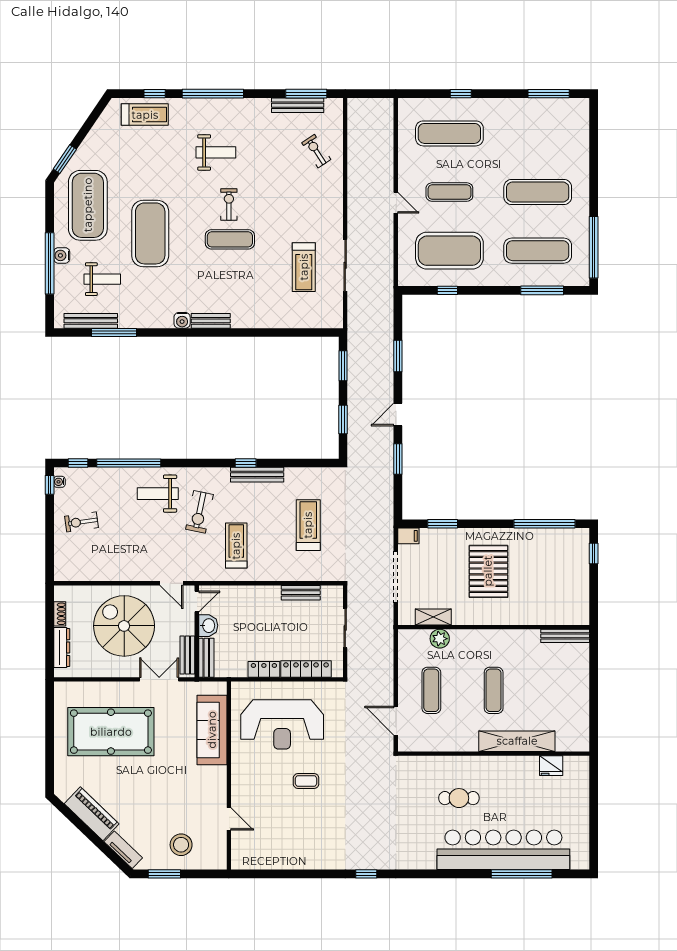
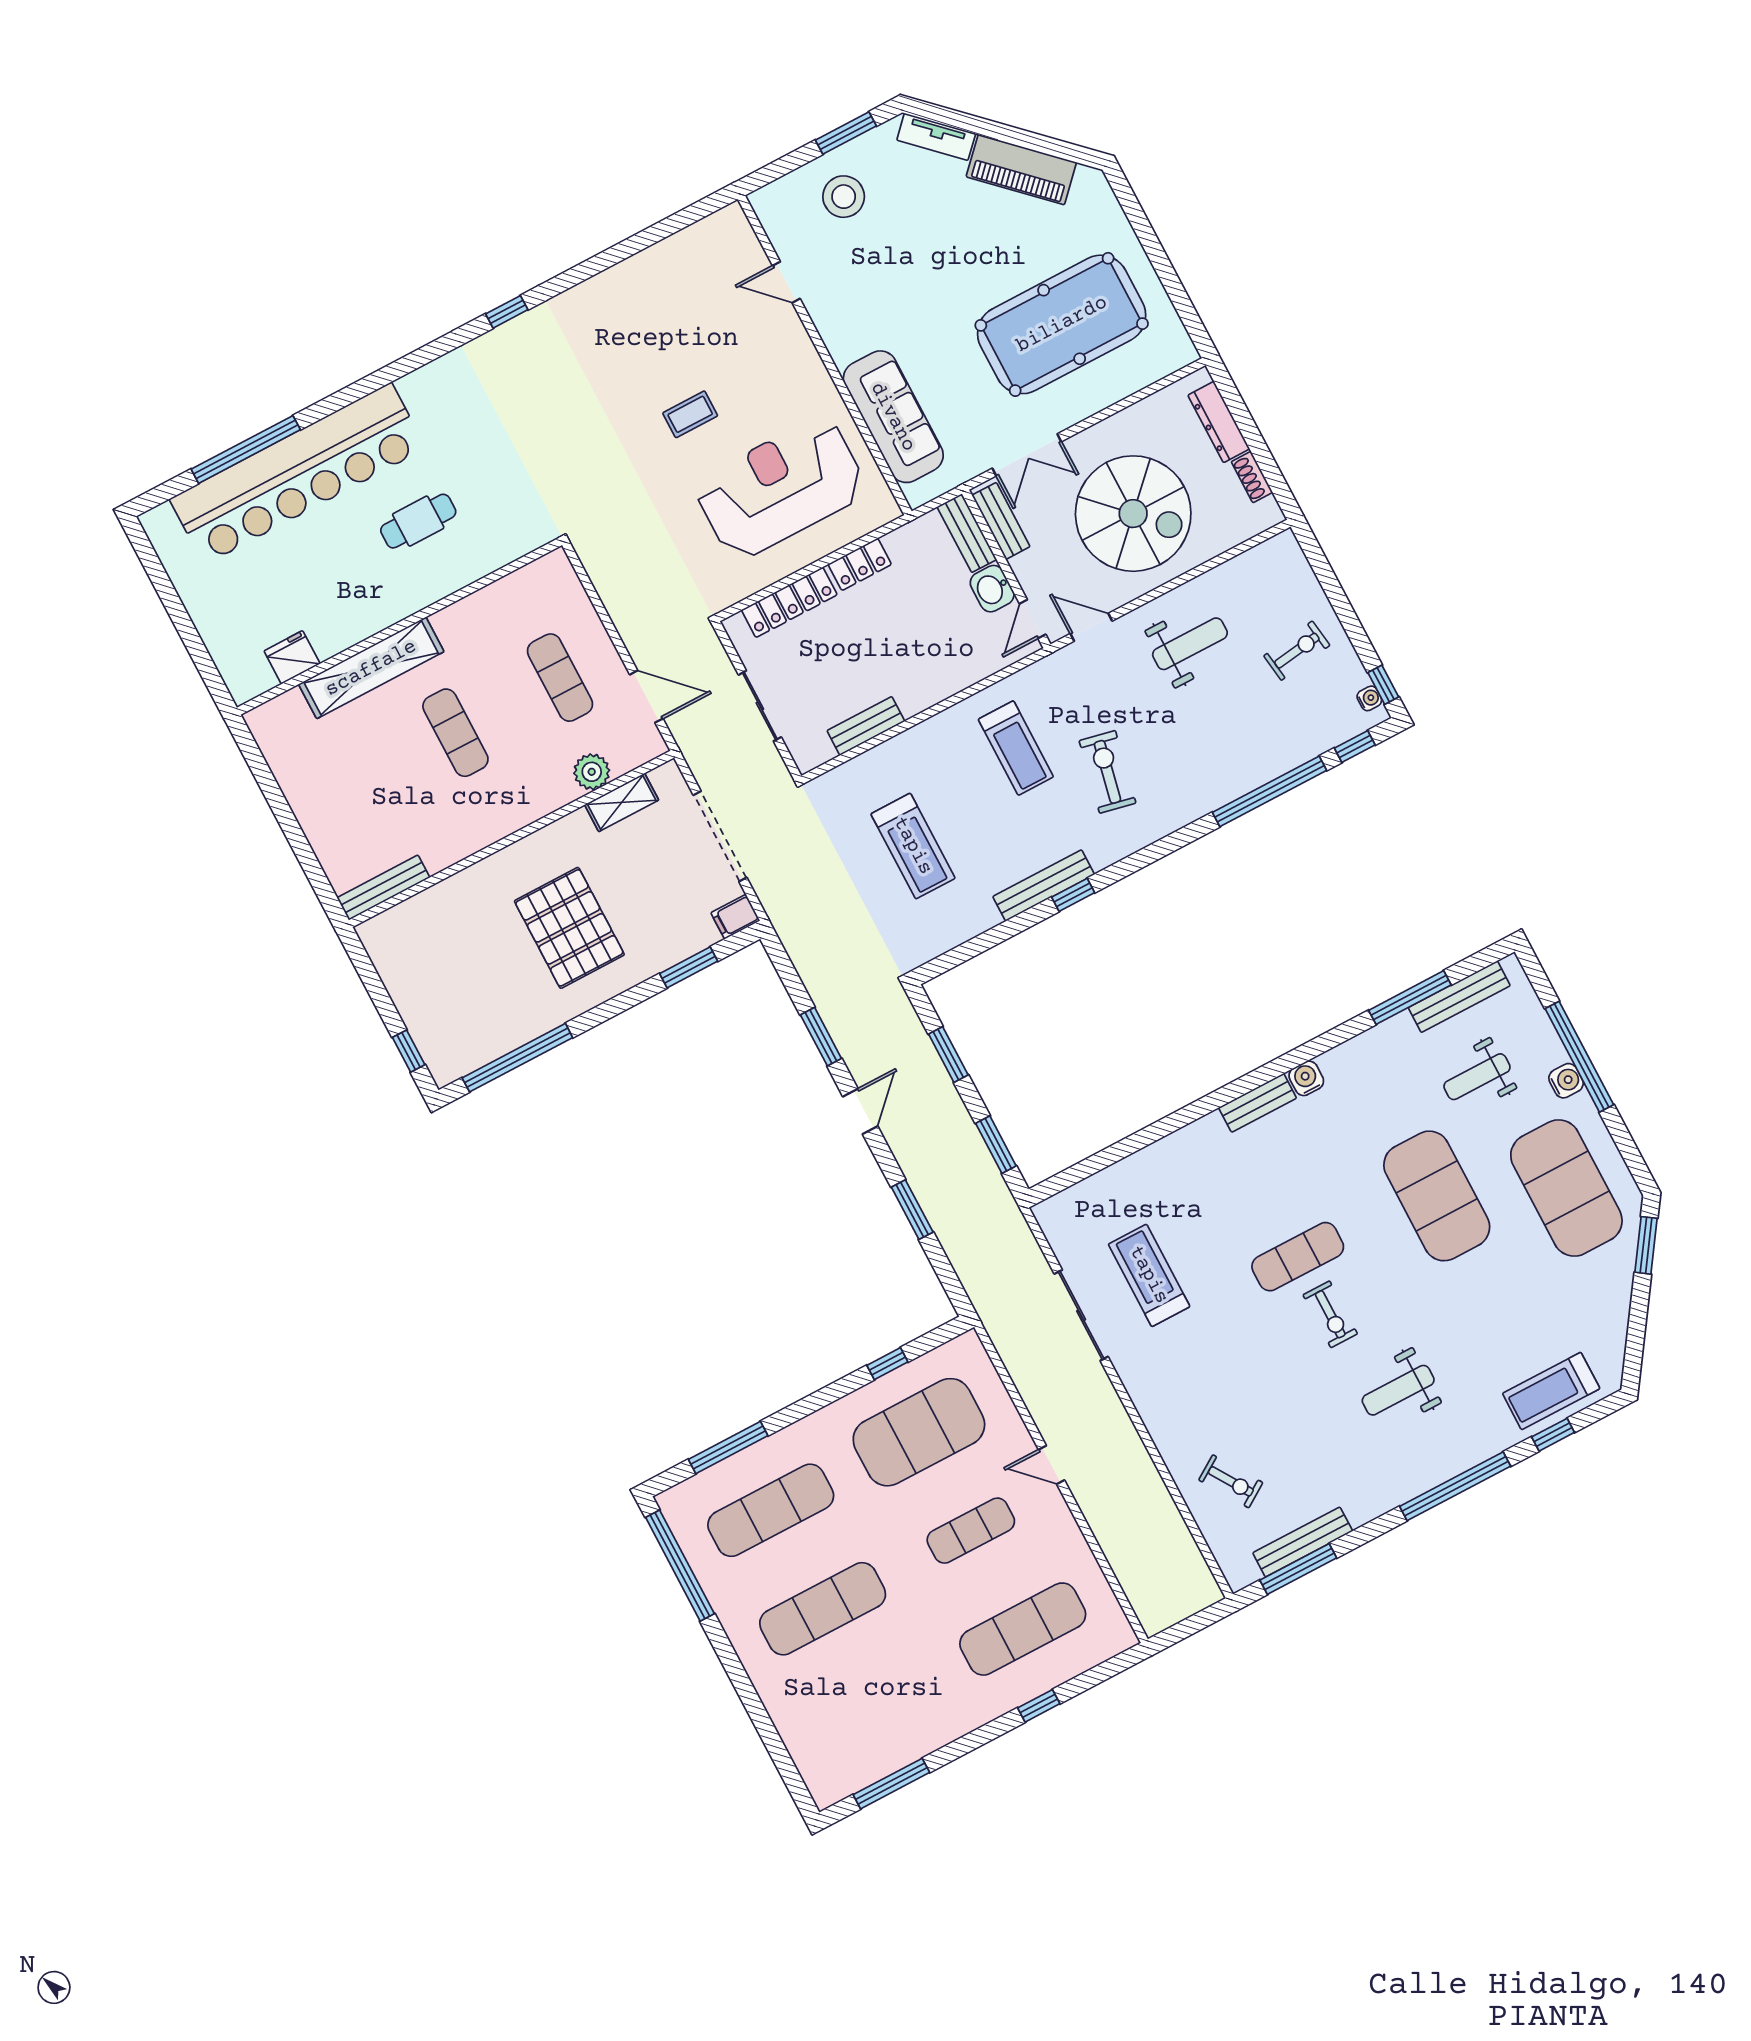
weight bench: (158, 494) -> (1190, 644), moved
door: (396, 721) -> (646, 697), moved

